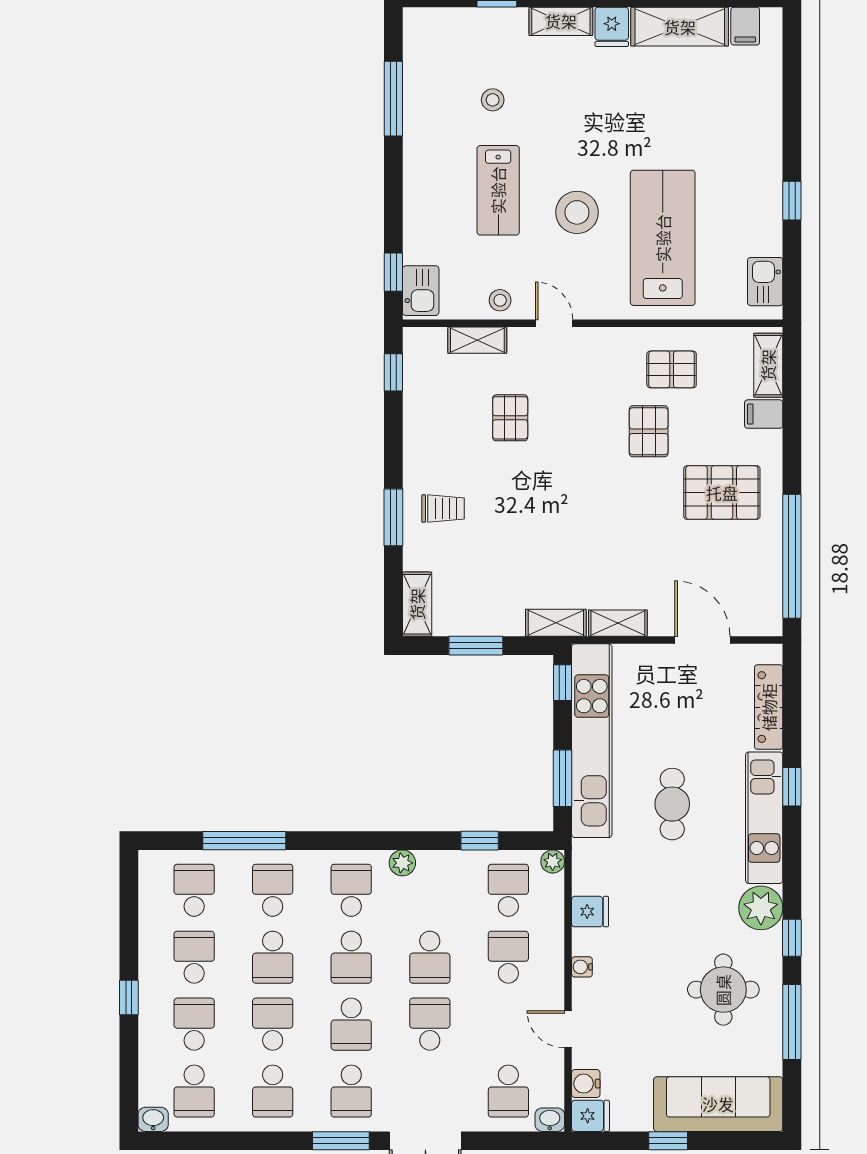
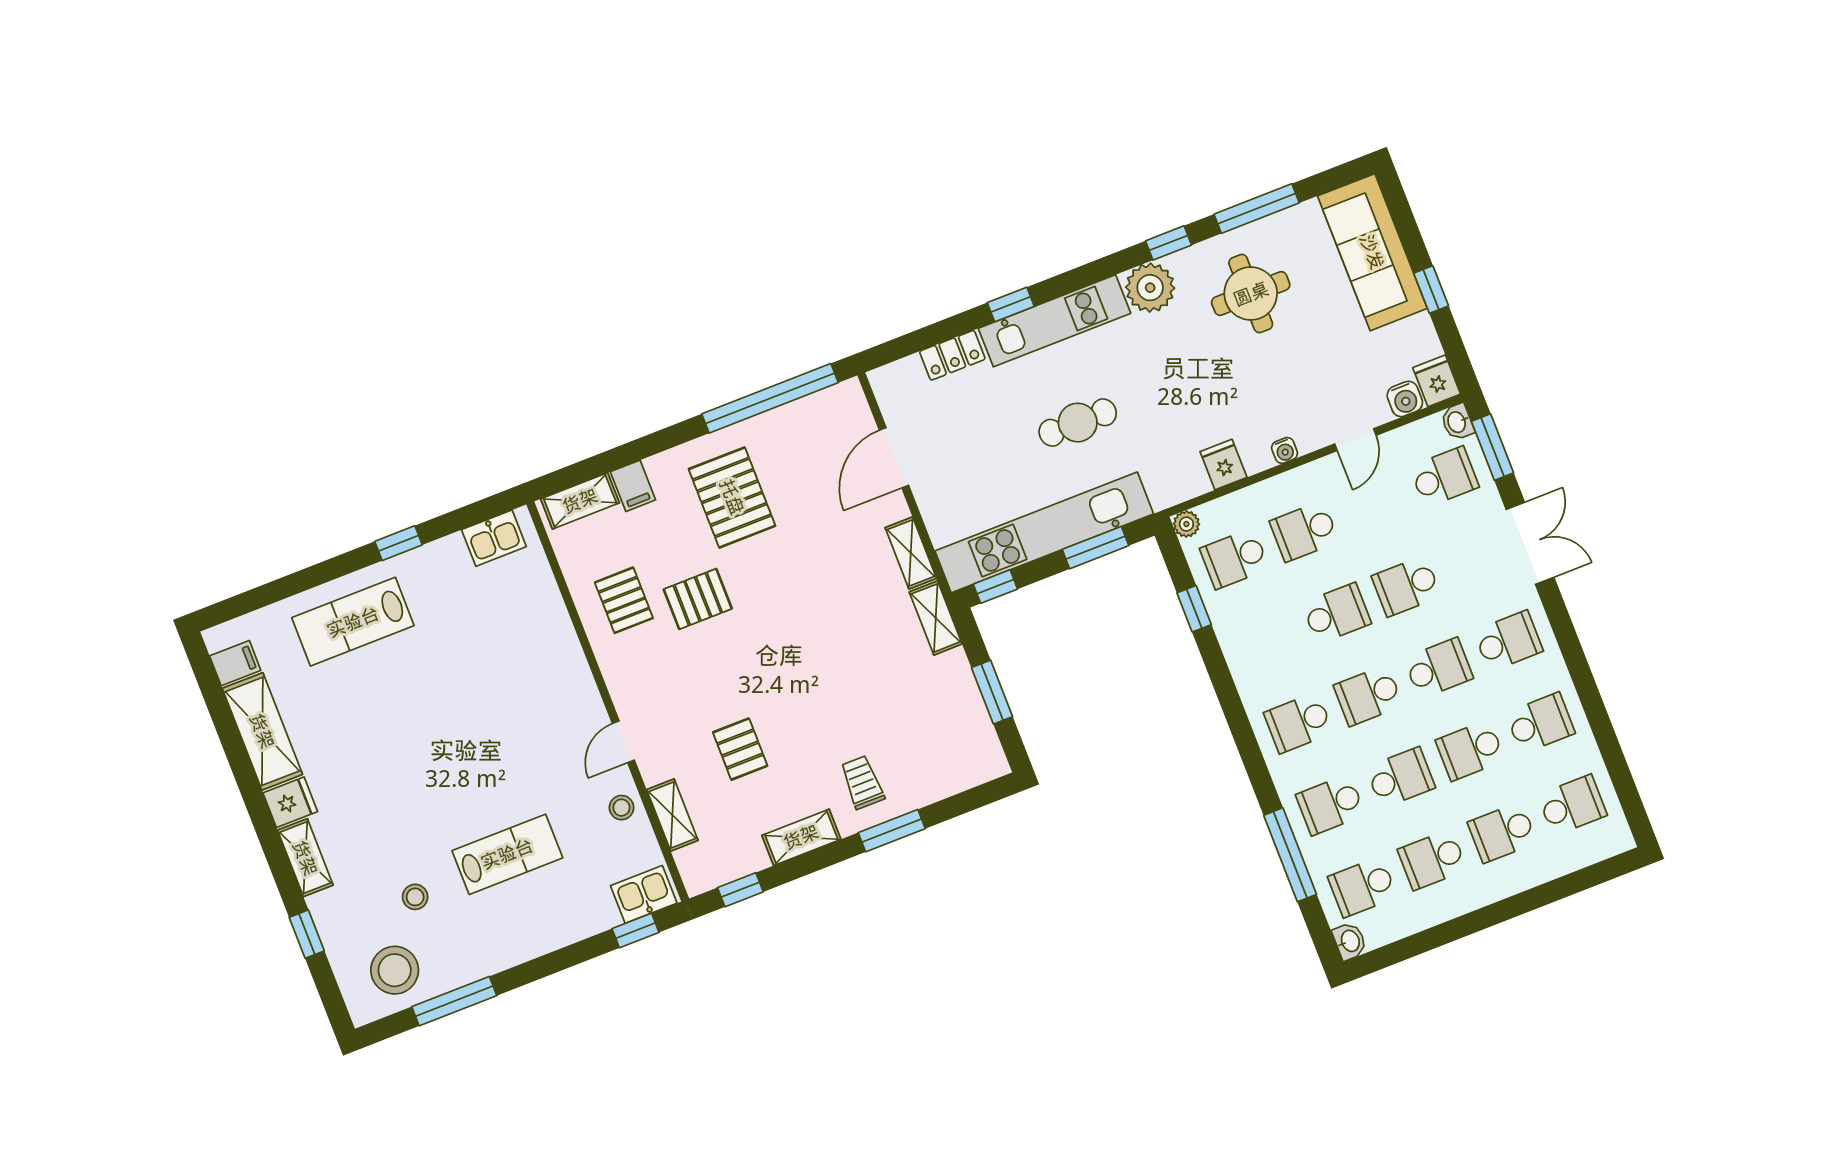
stool: (577, 212) -> (395, 970), moved
lab bench: (663, 238) -> (353, 622), moved, width x0.73, depth x0.72
pallet: (510, 418) -> (740, 749), turned 90
shelving: (417, 604) -> (801, 837), moved
locker: (769, 707) -> (952, 355), width x0.66
plant: (402, 863) -> (1249, 680), removed
school desk: (351, 957) -> (1368, 695), turned 180
window: (129, 998) -> (1501, 911), removed
washbasin: (153, 1119) -> (1350, 941), moved, turned 180
window: (341, 1141) -> (1492, 447), moved

